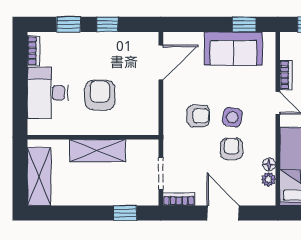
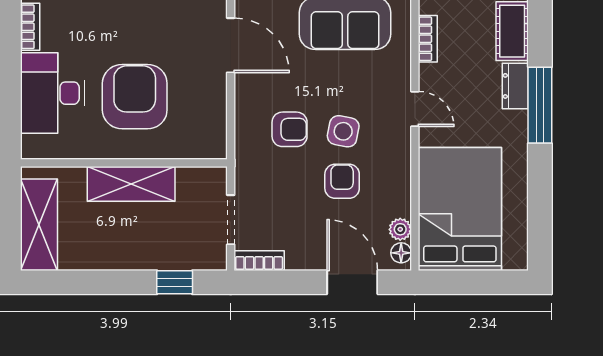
door: (161, 63) -> (231, 45), hinge flipped
bookcase: (286, 75) -> (428, 39), moved
armchair: (100, 95) -> (135, 97), width x1.36, depth x1.36
floor lamp: (269, 164) -> (401, 253), moved
door: (223, 213) -> (352, 282), moved

